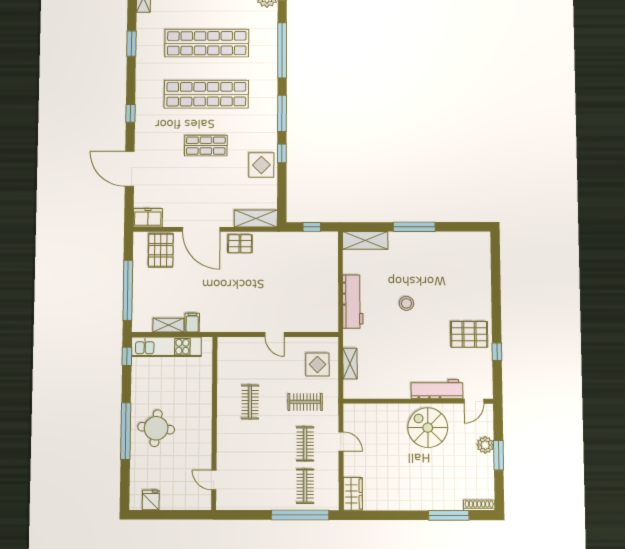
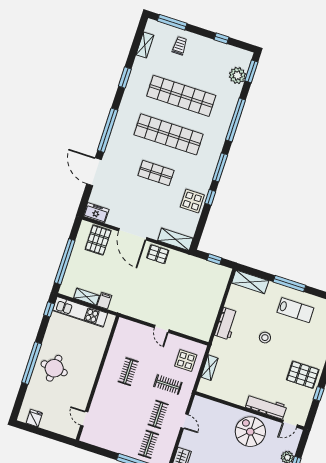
window: (130, 113) -> (108, 130), width x3.17
lab bench: (433, 257) -> (295, 310), added
workbench: (353, 302) -> (226, 324), width x0.73

